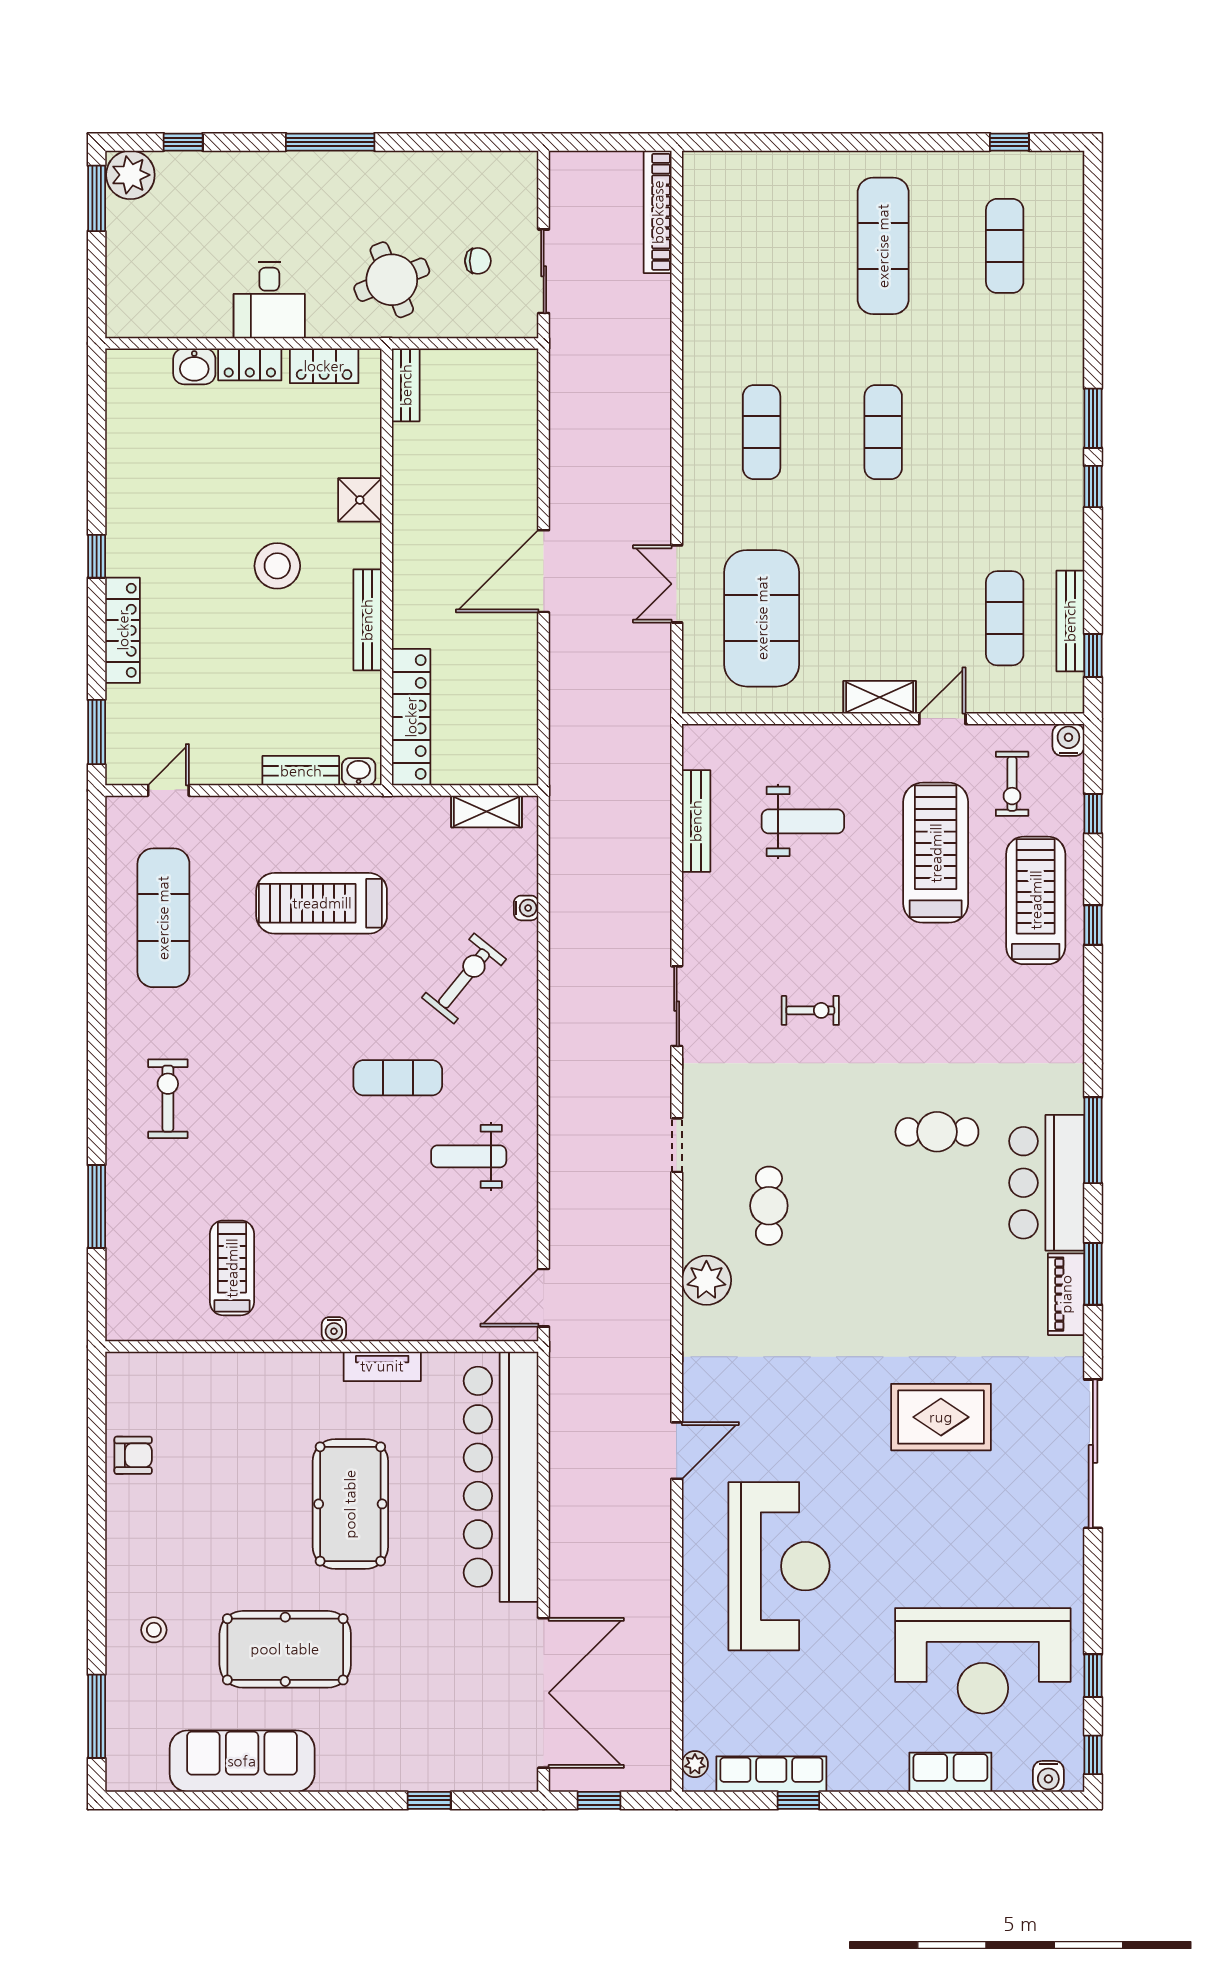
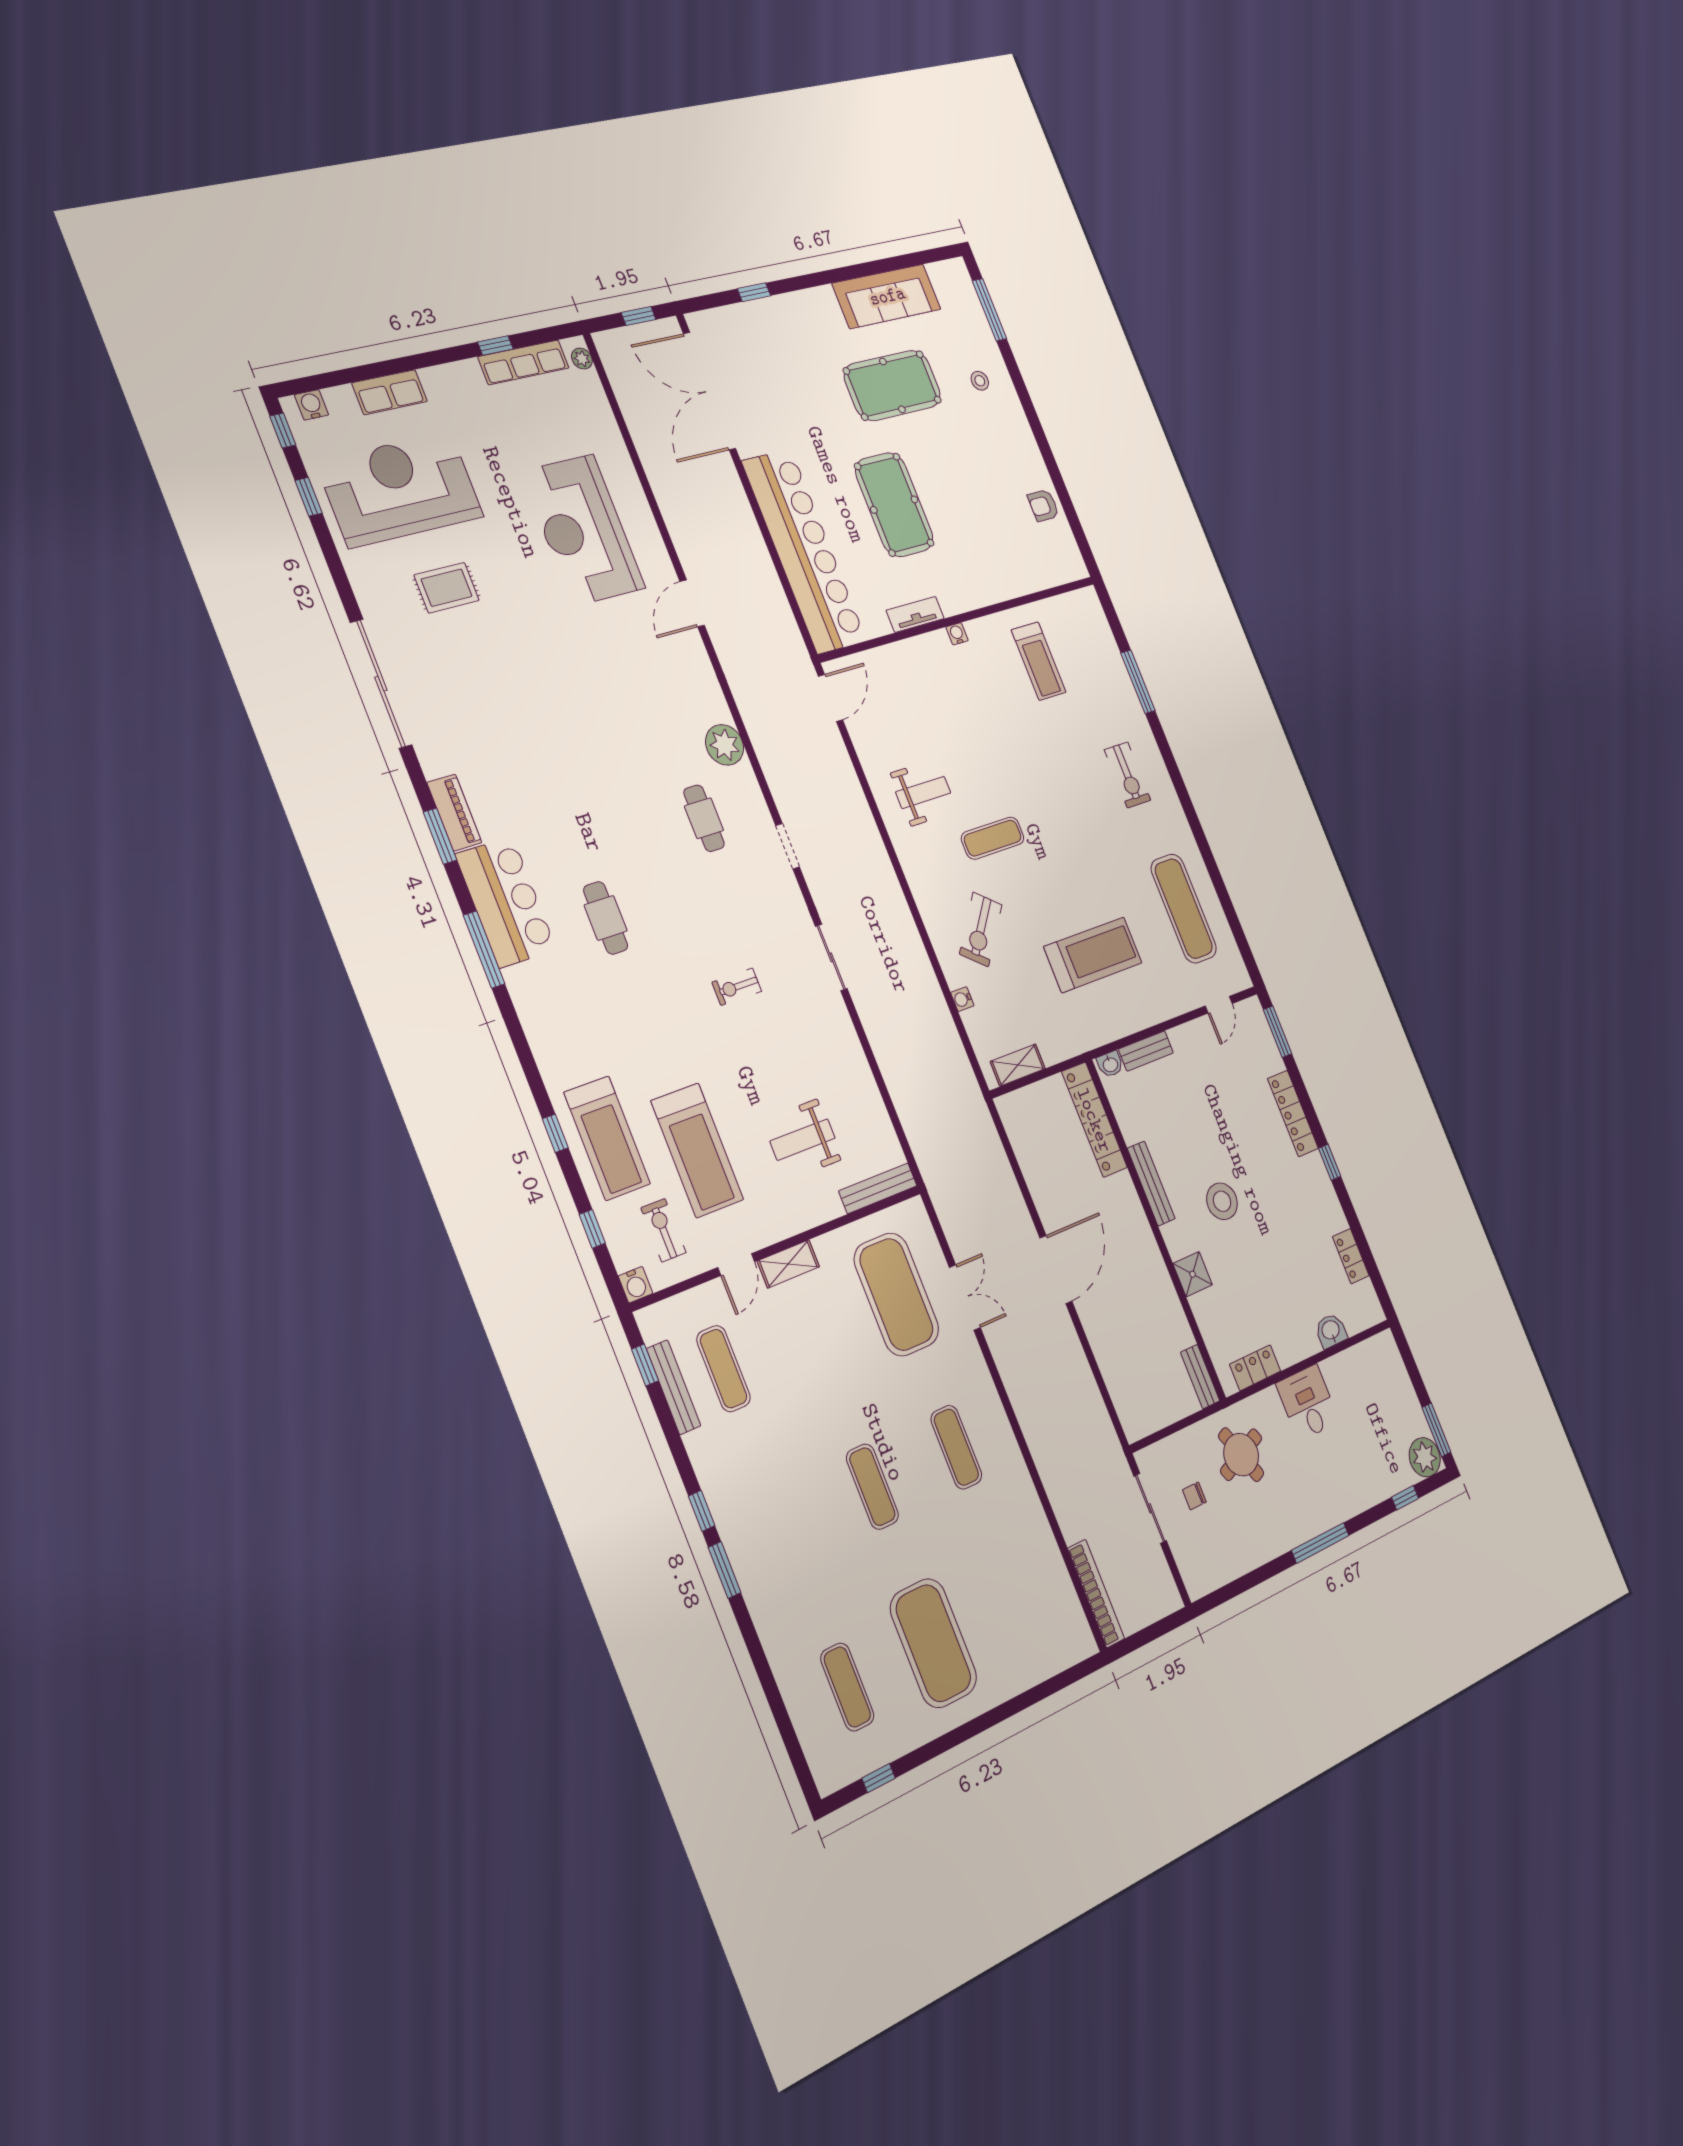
exercise mat: (883, 246) -> (933, 1643), width x1.47
locker: (250, 364) -> (1351, 1256), moved, turned -90
bench: (696, 821) -> (878, 1188), moved, turned 90
cafe table: (937, 1132) -> (606, 918), turned 90
rug: (941, 1417) -> (447, 588), moved, width x0.73, depth x0.70

